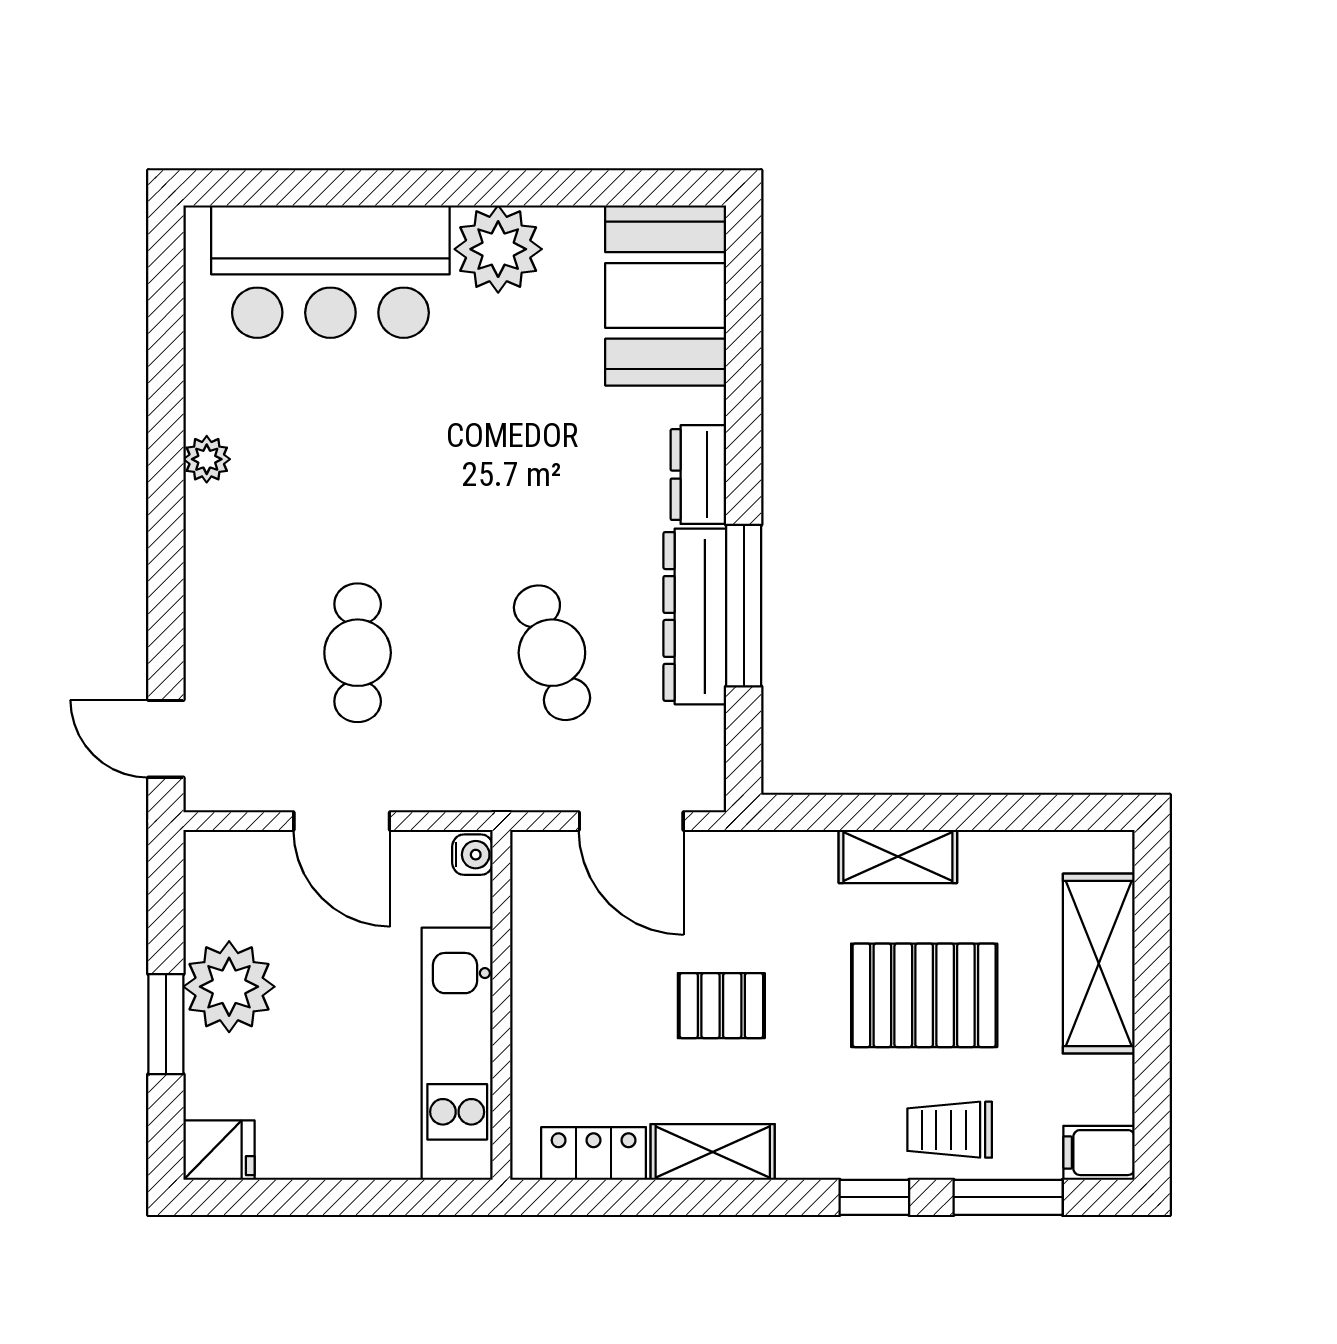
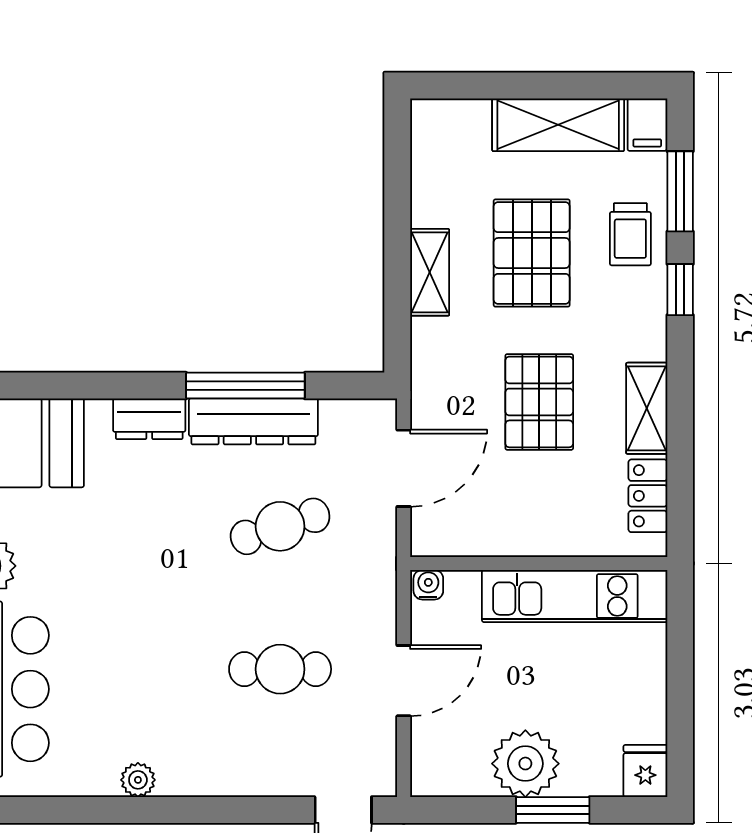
shelving: (1099, 964) -> (558, 125), moved
pallet: (721, 1006) -> (539, 402), width x1.50, depth x1.42

